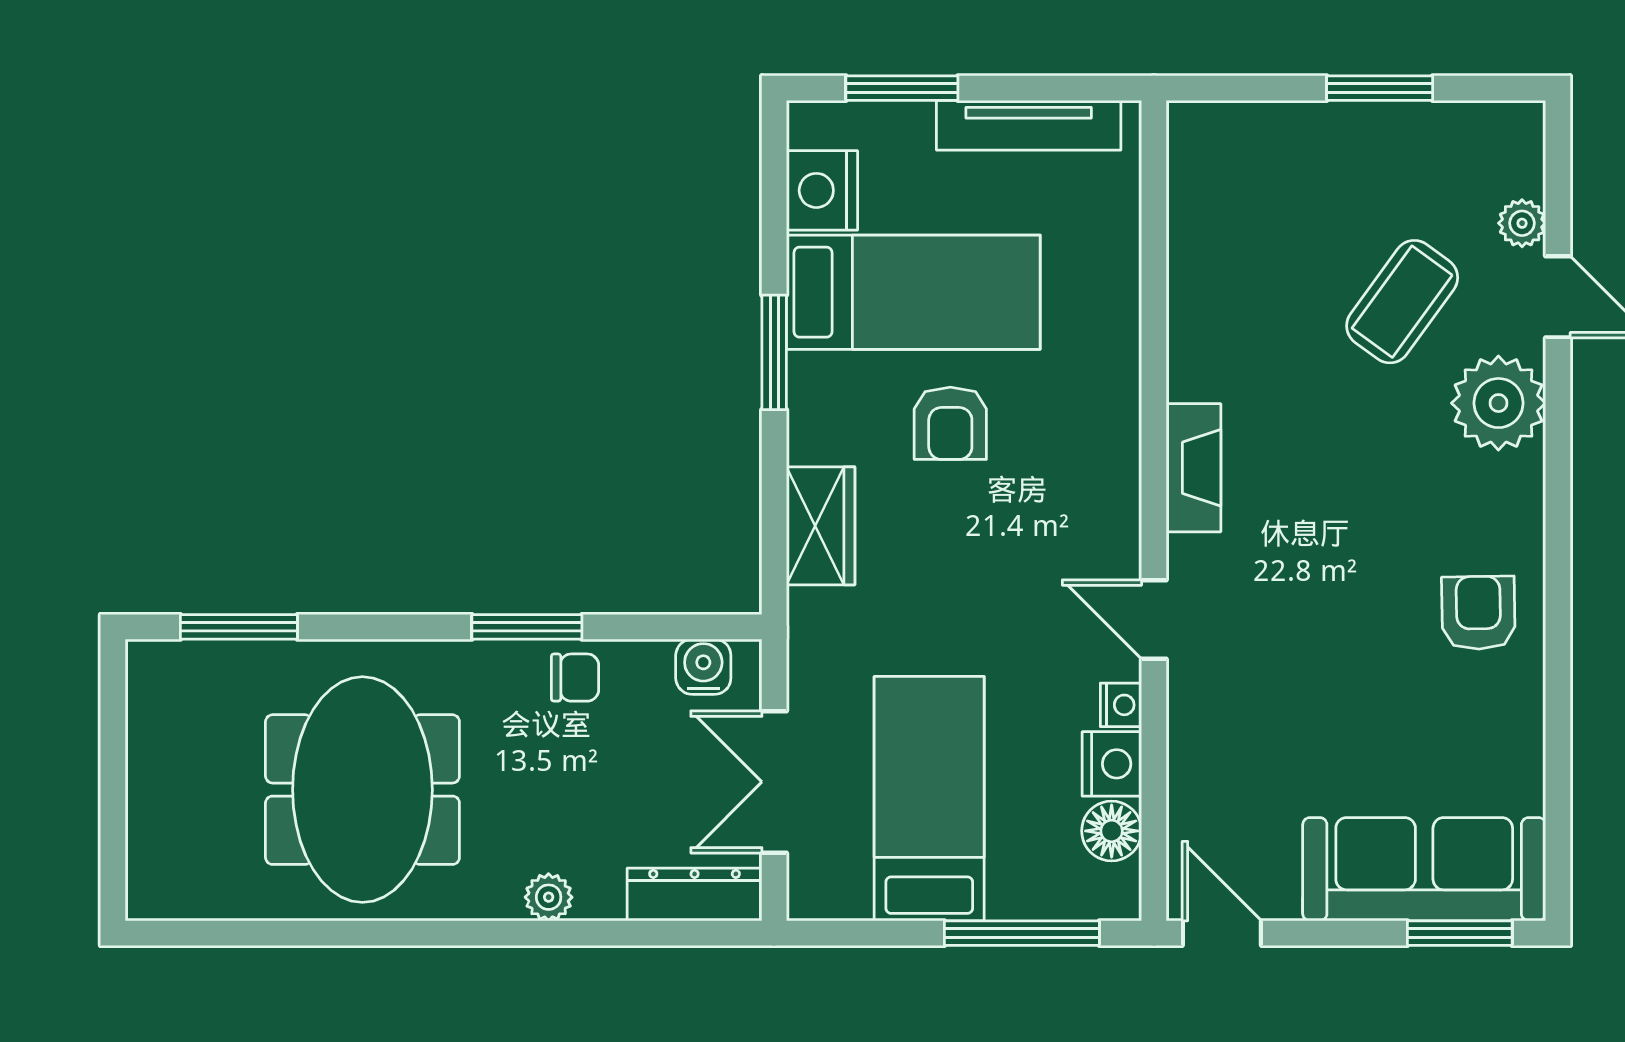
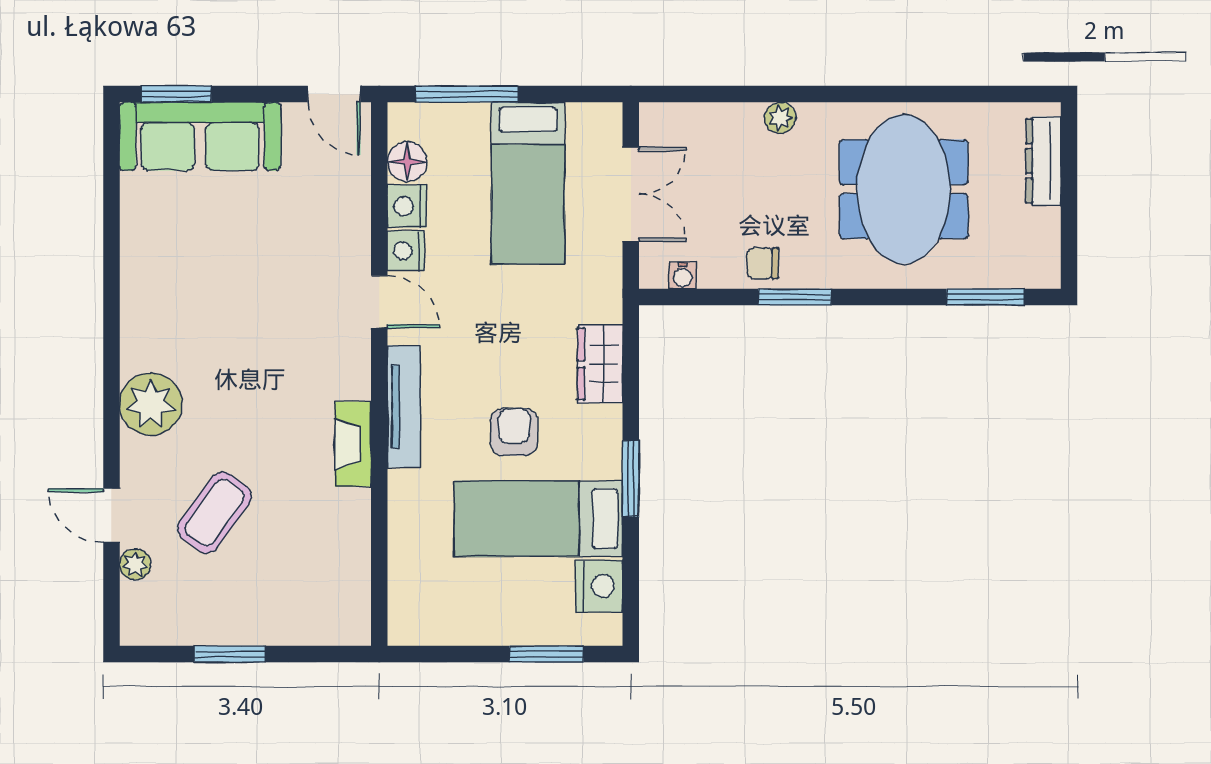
tv unit: (1029, 125) -> (404, 407), moved, turned 90
plant: (1498, 403) -> (151, 404), moved
fireplace: (1193, 468) -> (353, 444), moved
armchair: (1478, 613) -> (164, 306), removed
water cooler: (703, 667) -> (683, 276), width x0.72, depth x0.72
nightstand: (1121, 705) -> (406, 251), width x1.39, depth x1.35
dresser: (695, 894) -> (1043, 161), moved, turned 90

